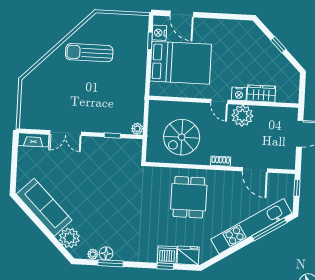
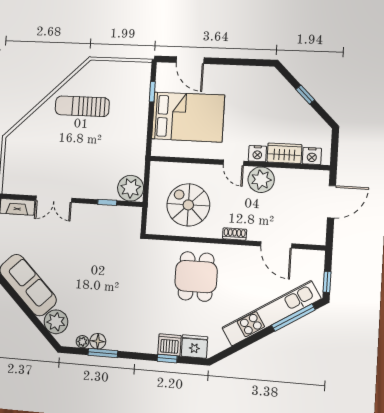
nightstand: (159, 33) -> (312, 156), moved, turned -90
plant: (137, 129) -> (131, 188), width x1.88, depth x1.88
spiral stairs: (182, 137) -> (188, 205), turned 90
window: (297, 188) -> (327, 282), moved

